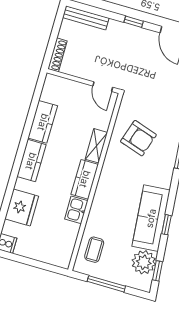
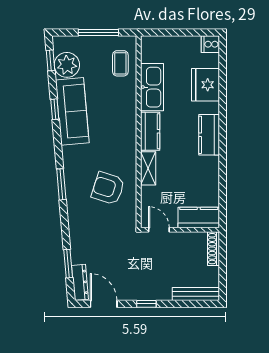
kitchen counter: (43, 122) -> (199, 218), moved, turned 90
kitchen sink: (76, 210) -> (152, 87), width x1.88, depth x1.24

